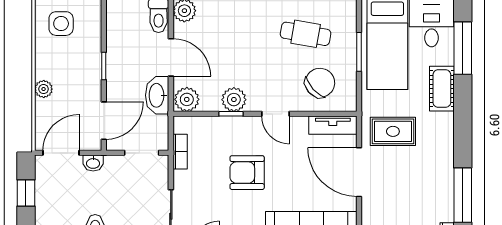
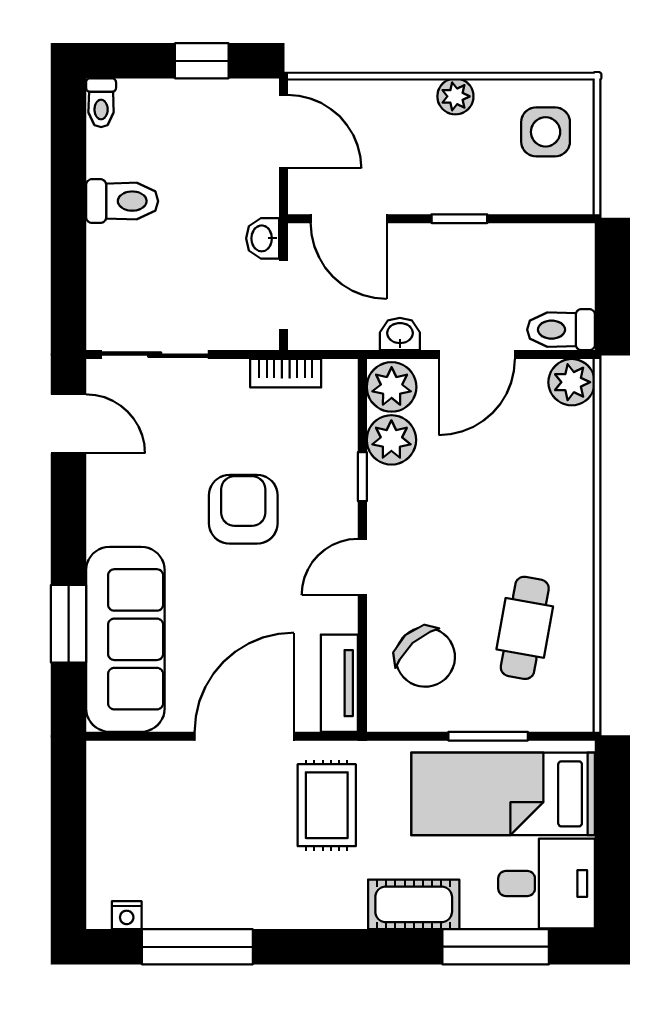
plant: (44, 89) -> (455, 96), moved
washbasin: (157, 95) -> (400, 334), width x0.52, depth x0.69
plant: (234, 100) -> (391, 440), moved
washbasin: (93, 163) -> (263, 238), moved

